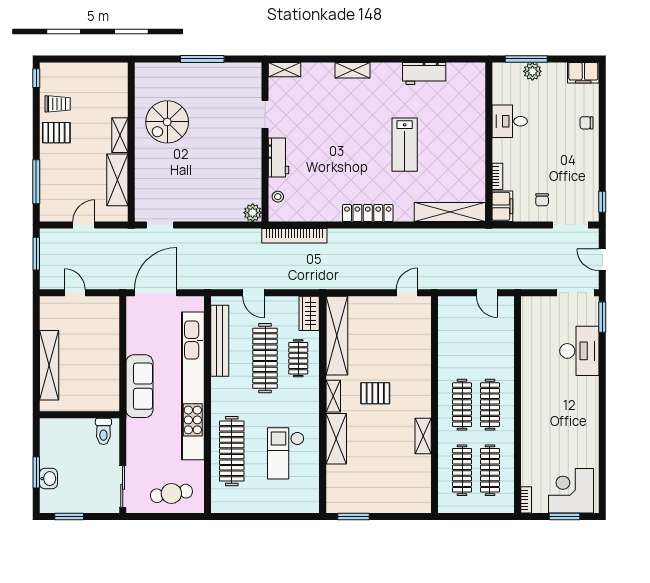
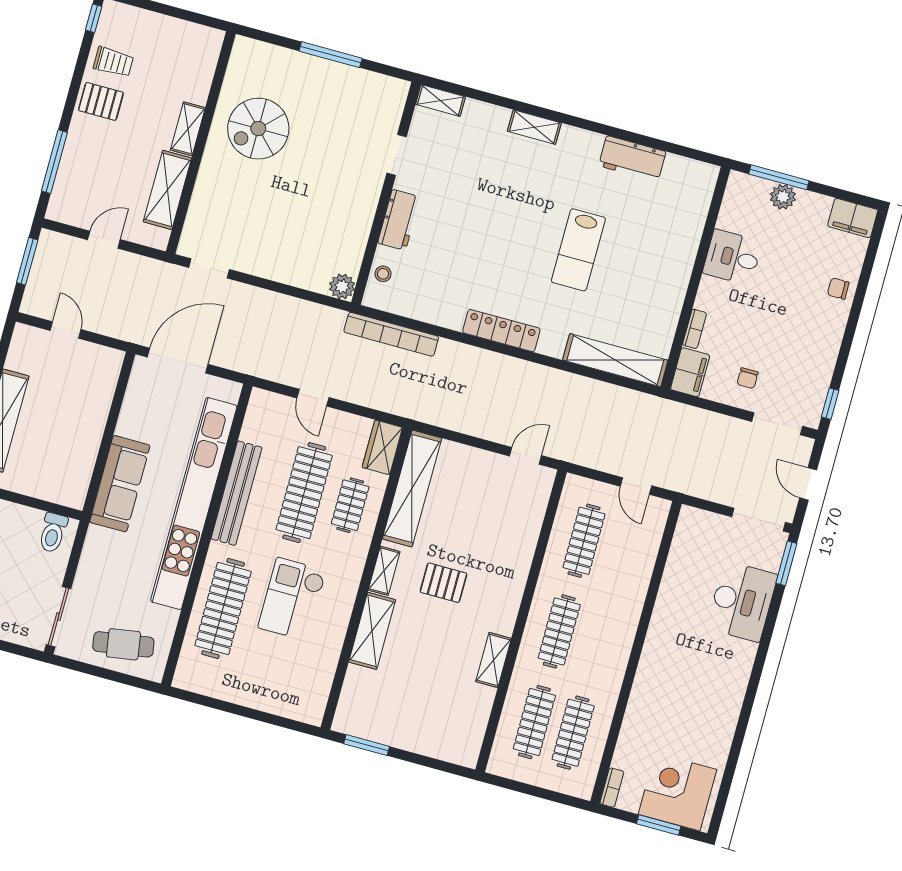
bench: (220, 341) -> (237, 493), moved
clothes rail: (490, 405) -> (584, 541), moved
checkout: (286, 453) -> (292, 599), moved

